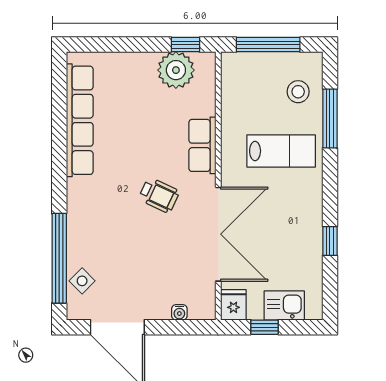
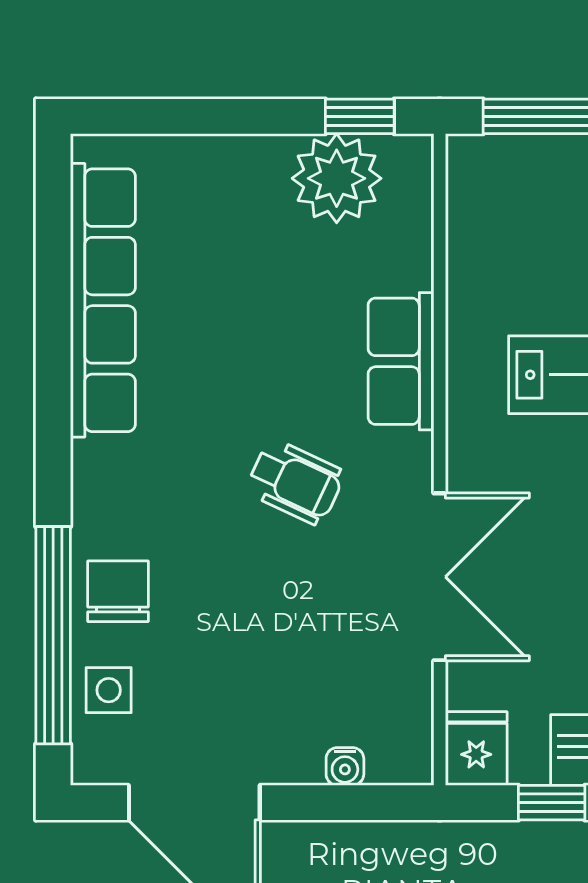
double door: (218, 234) -> (440, 577), width x0.73
chair: (86, 240) -> (118, 591), added
side table: (82, 281) -> (109, 690), turned 45

